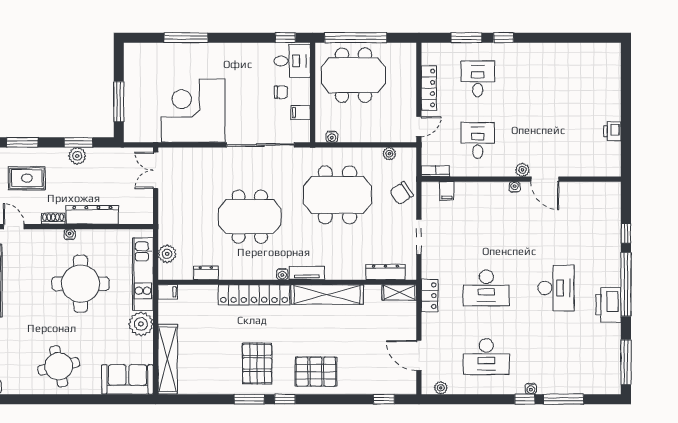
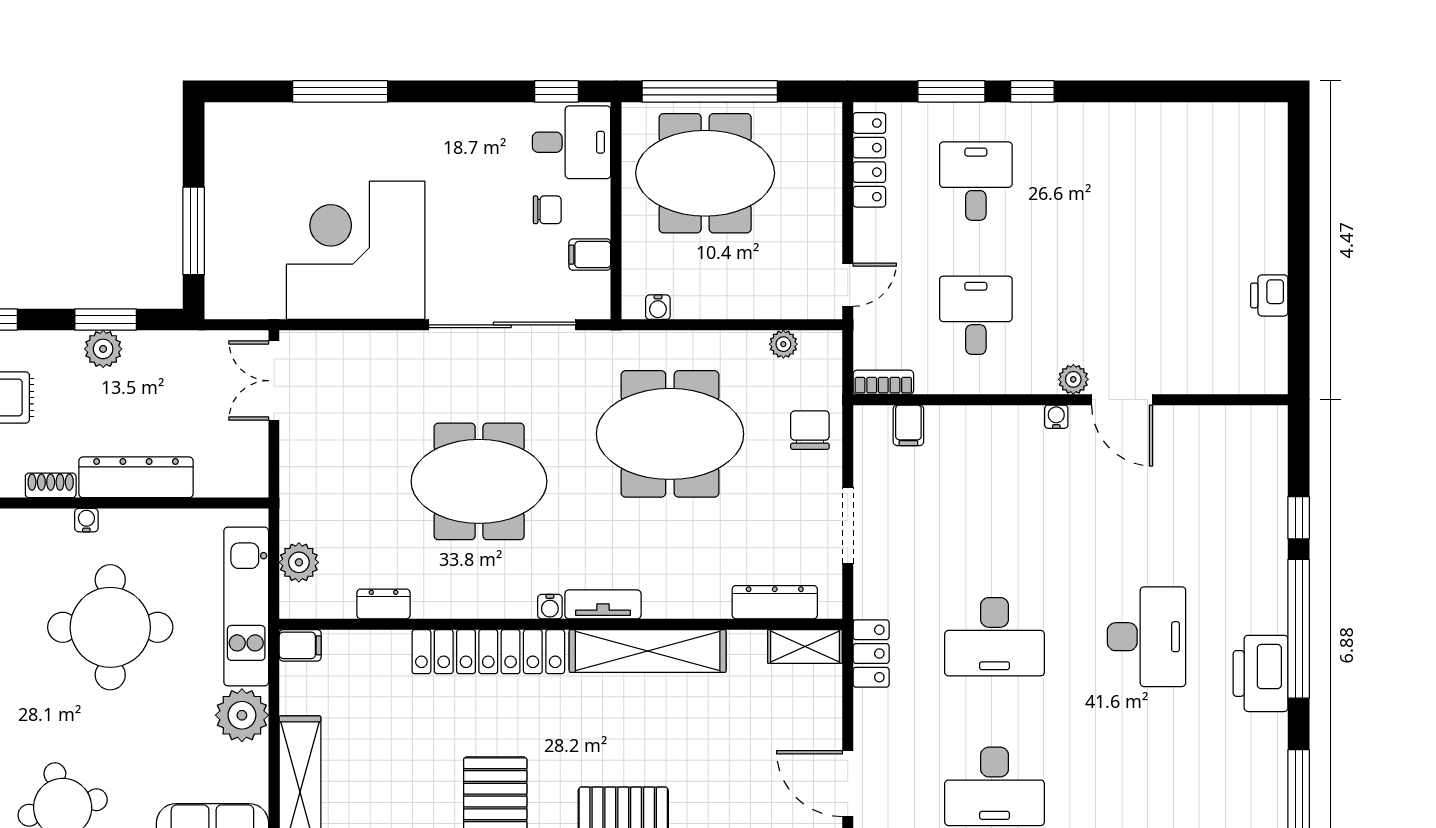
locker: (429, 88) -> (869, 160), moved
chair: (402, 193) -> (810, 430), turned 124

